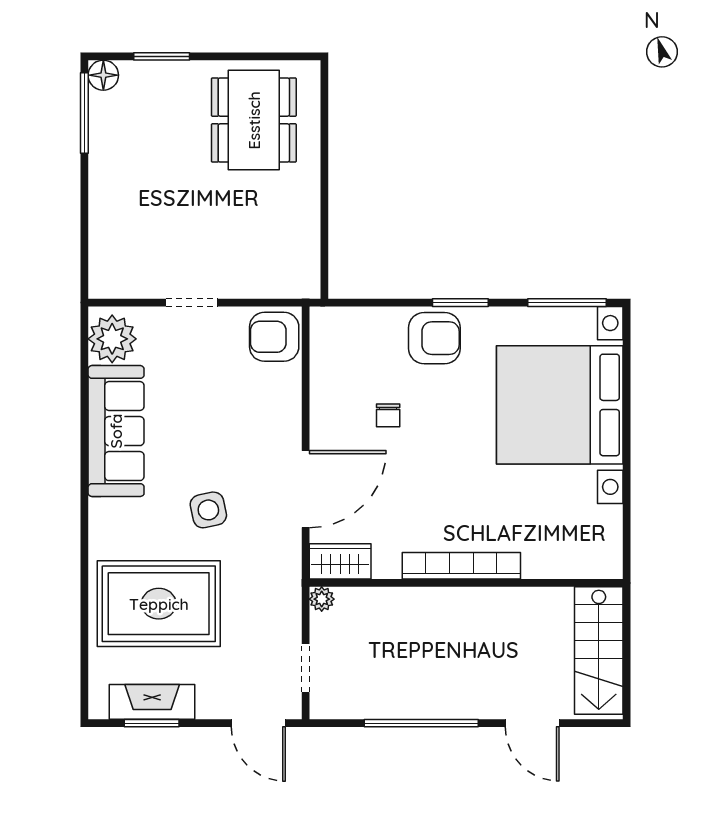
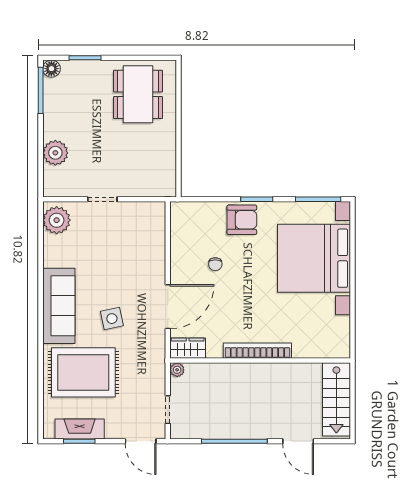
plant: (110, 222) -> (55, 153), added
armchair: (274, 337) -> (150, 219), removed
sofa: (116, 431) -> (59, 306), moved

